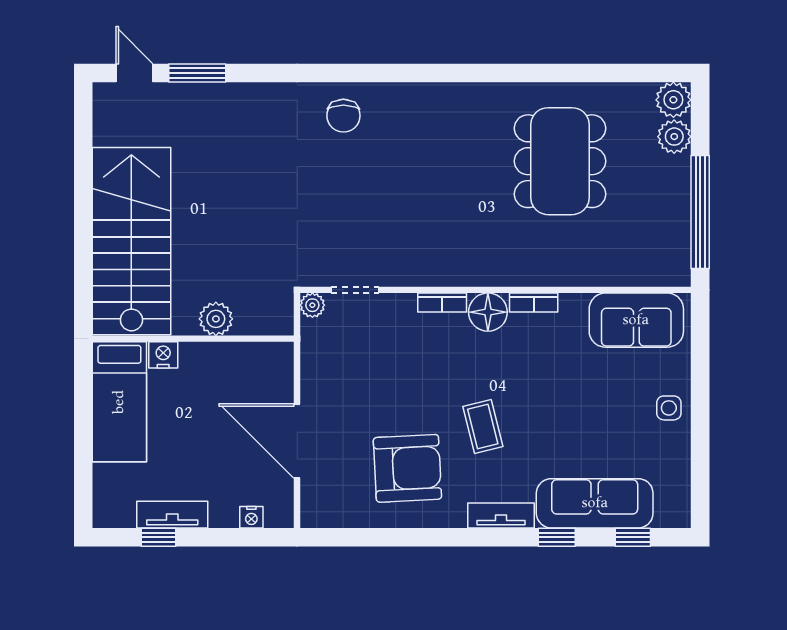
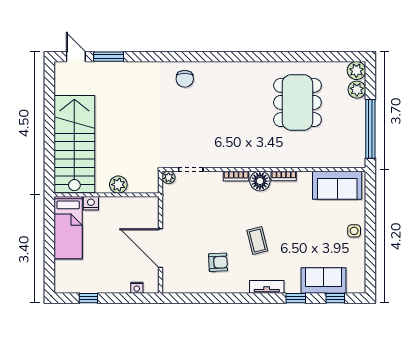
armchair: (407, 468) -> (218, 262), width x0.53, depth x0.53
sofa: (595, 503) -> (323, 281), width x0.73
tv unit: (172, 515) -> (96, 286), removed

